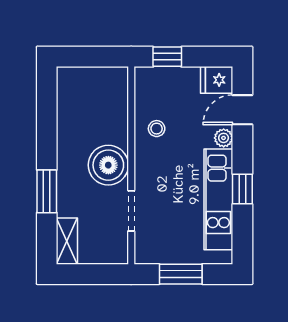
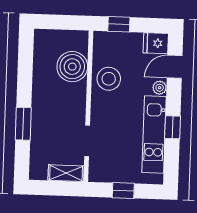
stool: (157, 129) -> (109, 79), width x1.89, depth x1.89
boiler: (108, 165) -> (72, 67), moved
shelving: (67, 241) -> (66, 173), moved, turned 90
window: (181, 274) -> (123, 190), width x0.67

